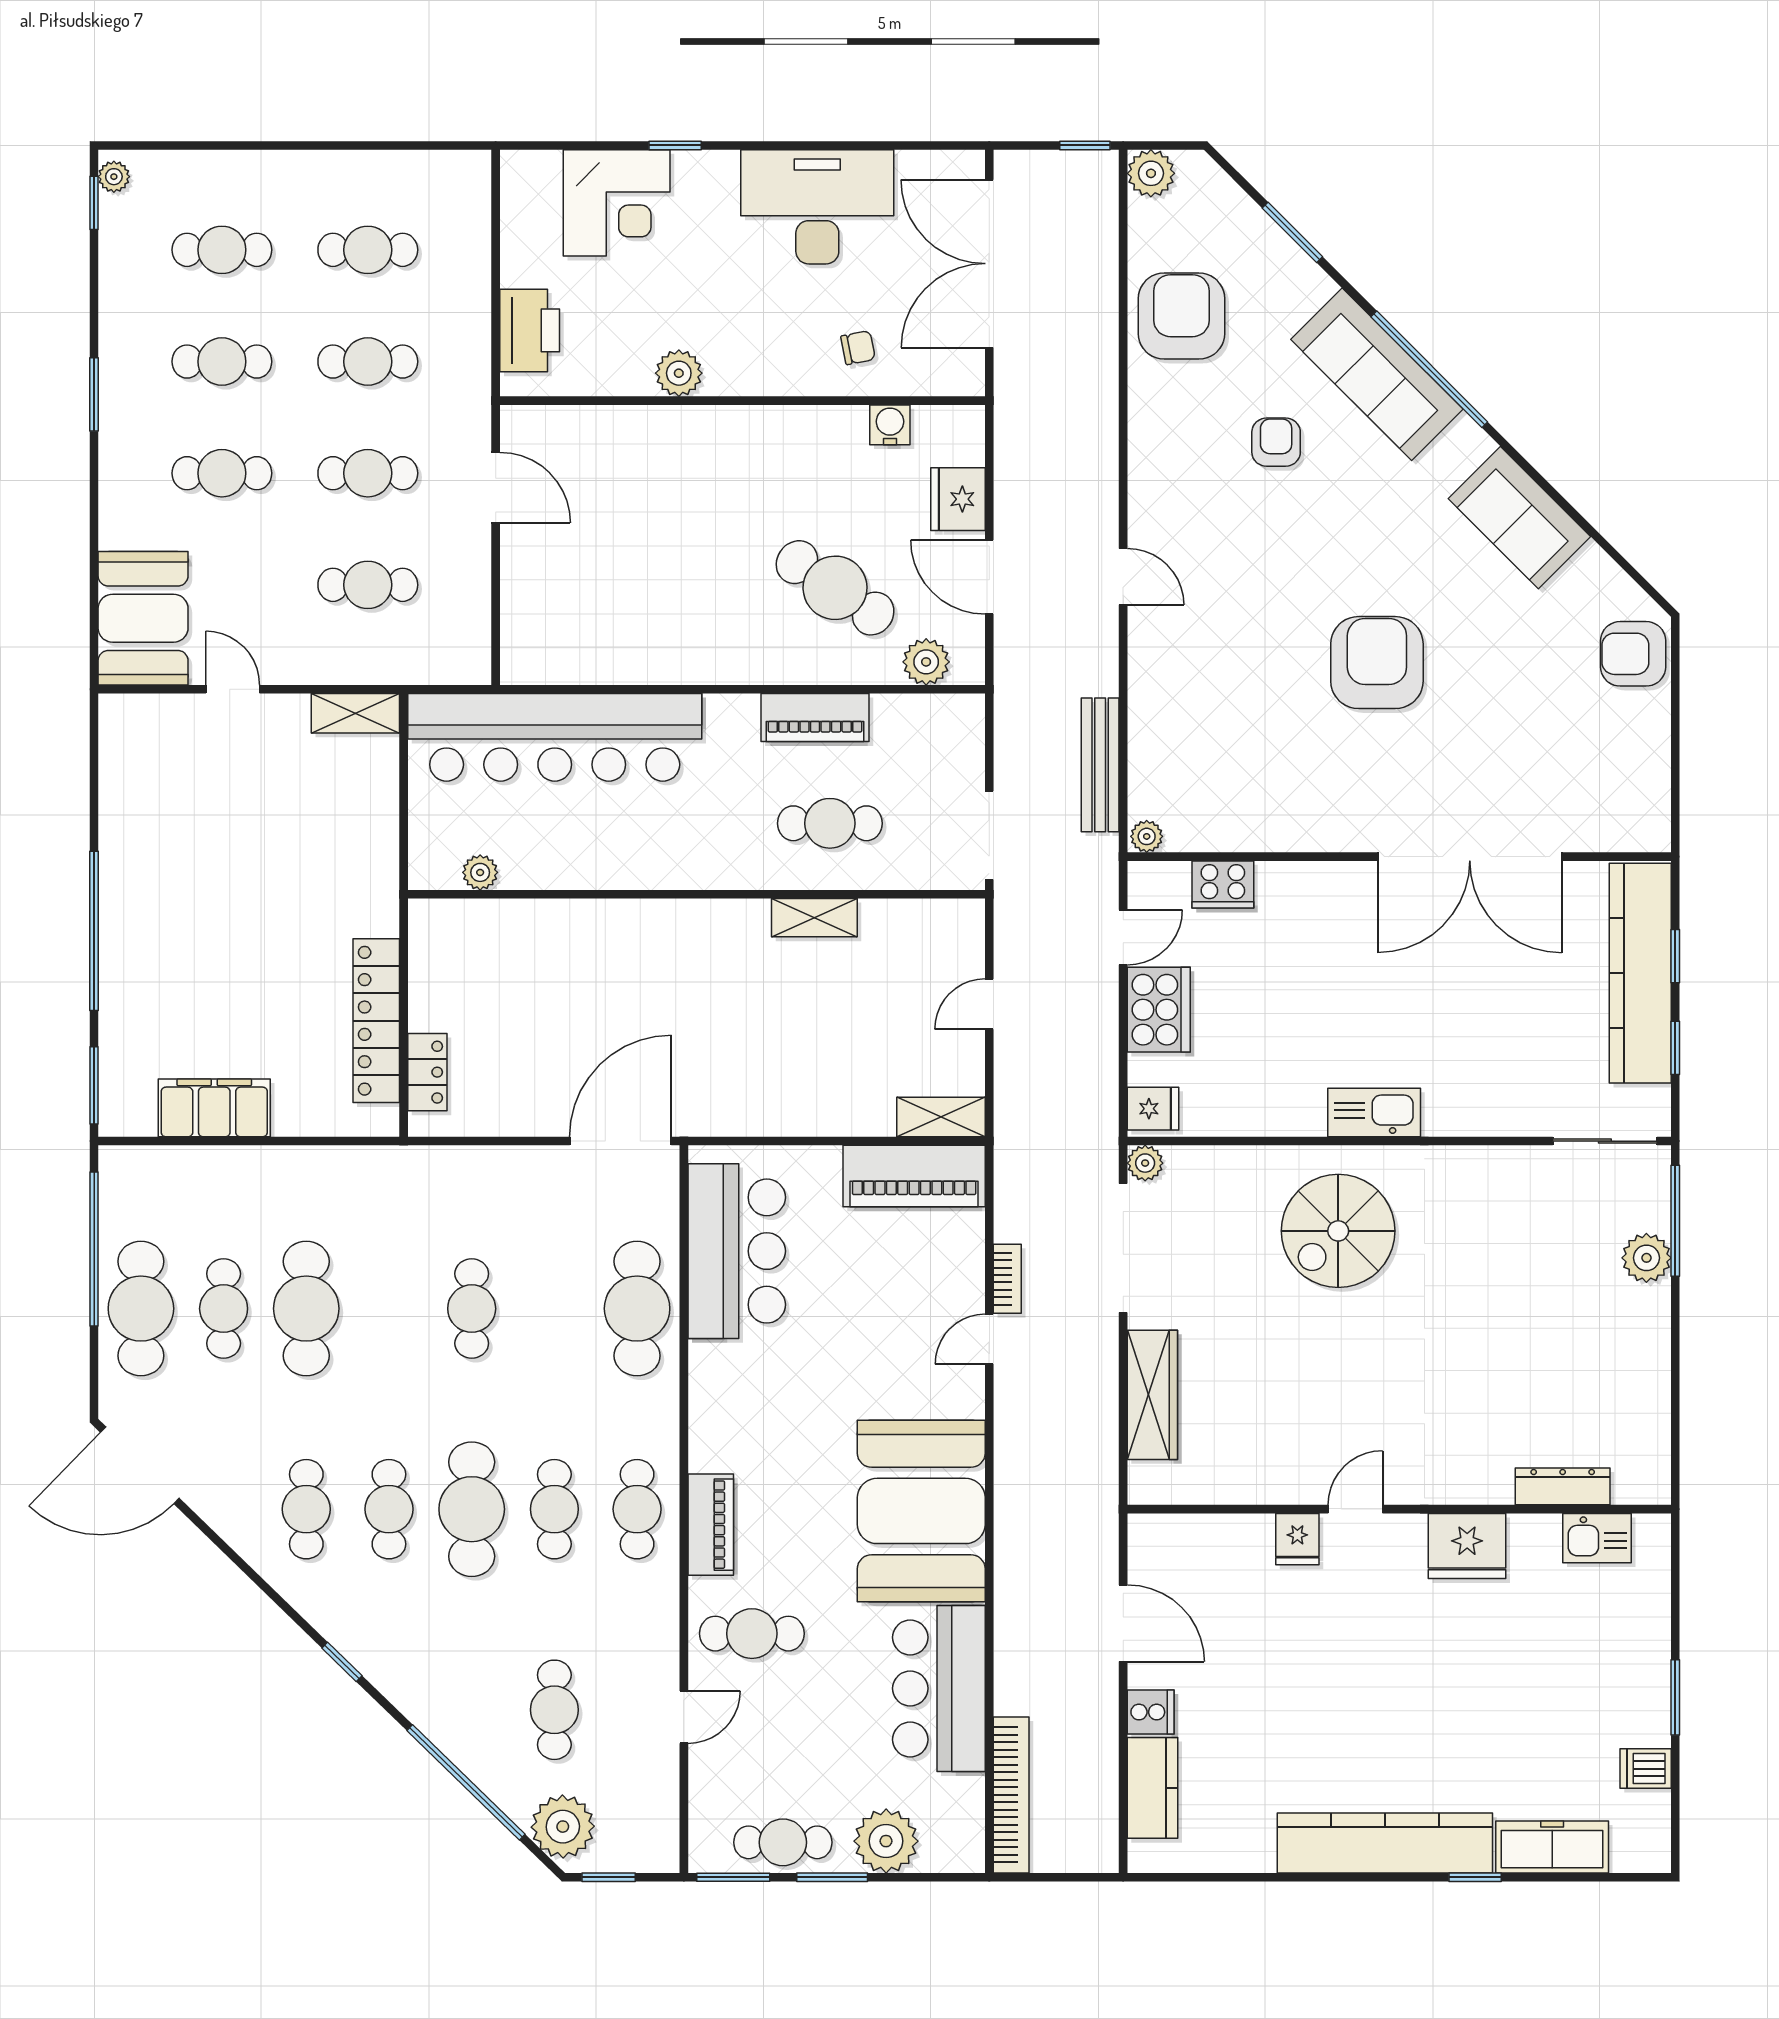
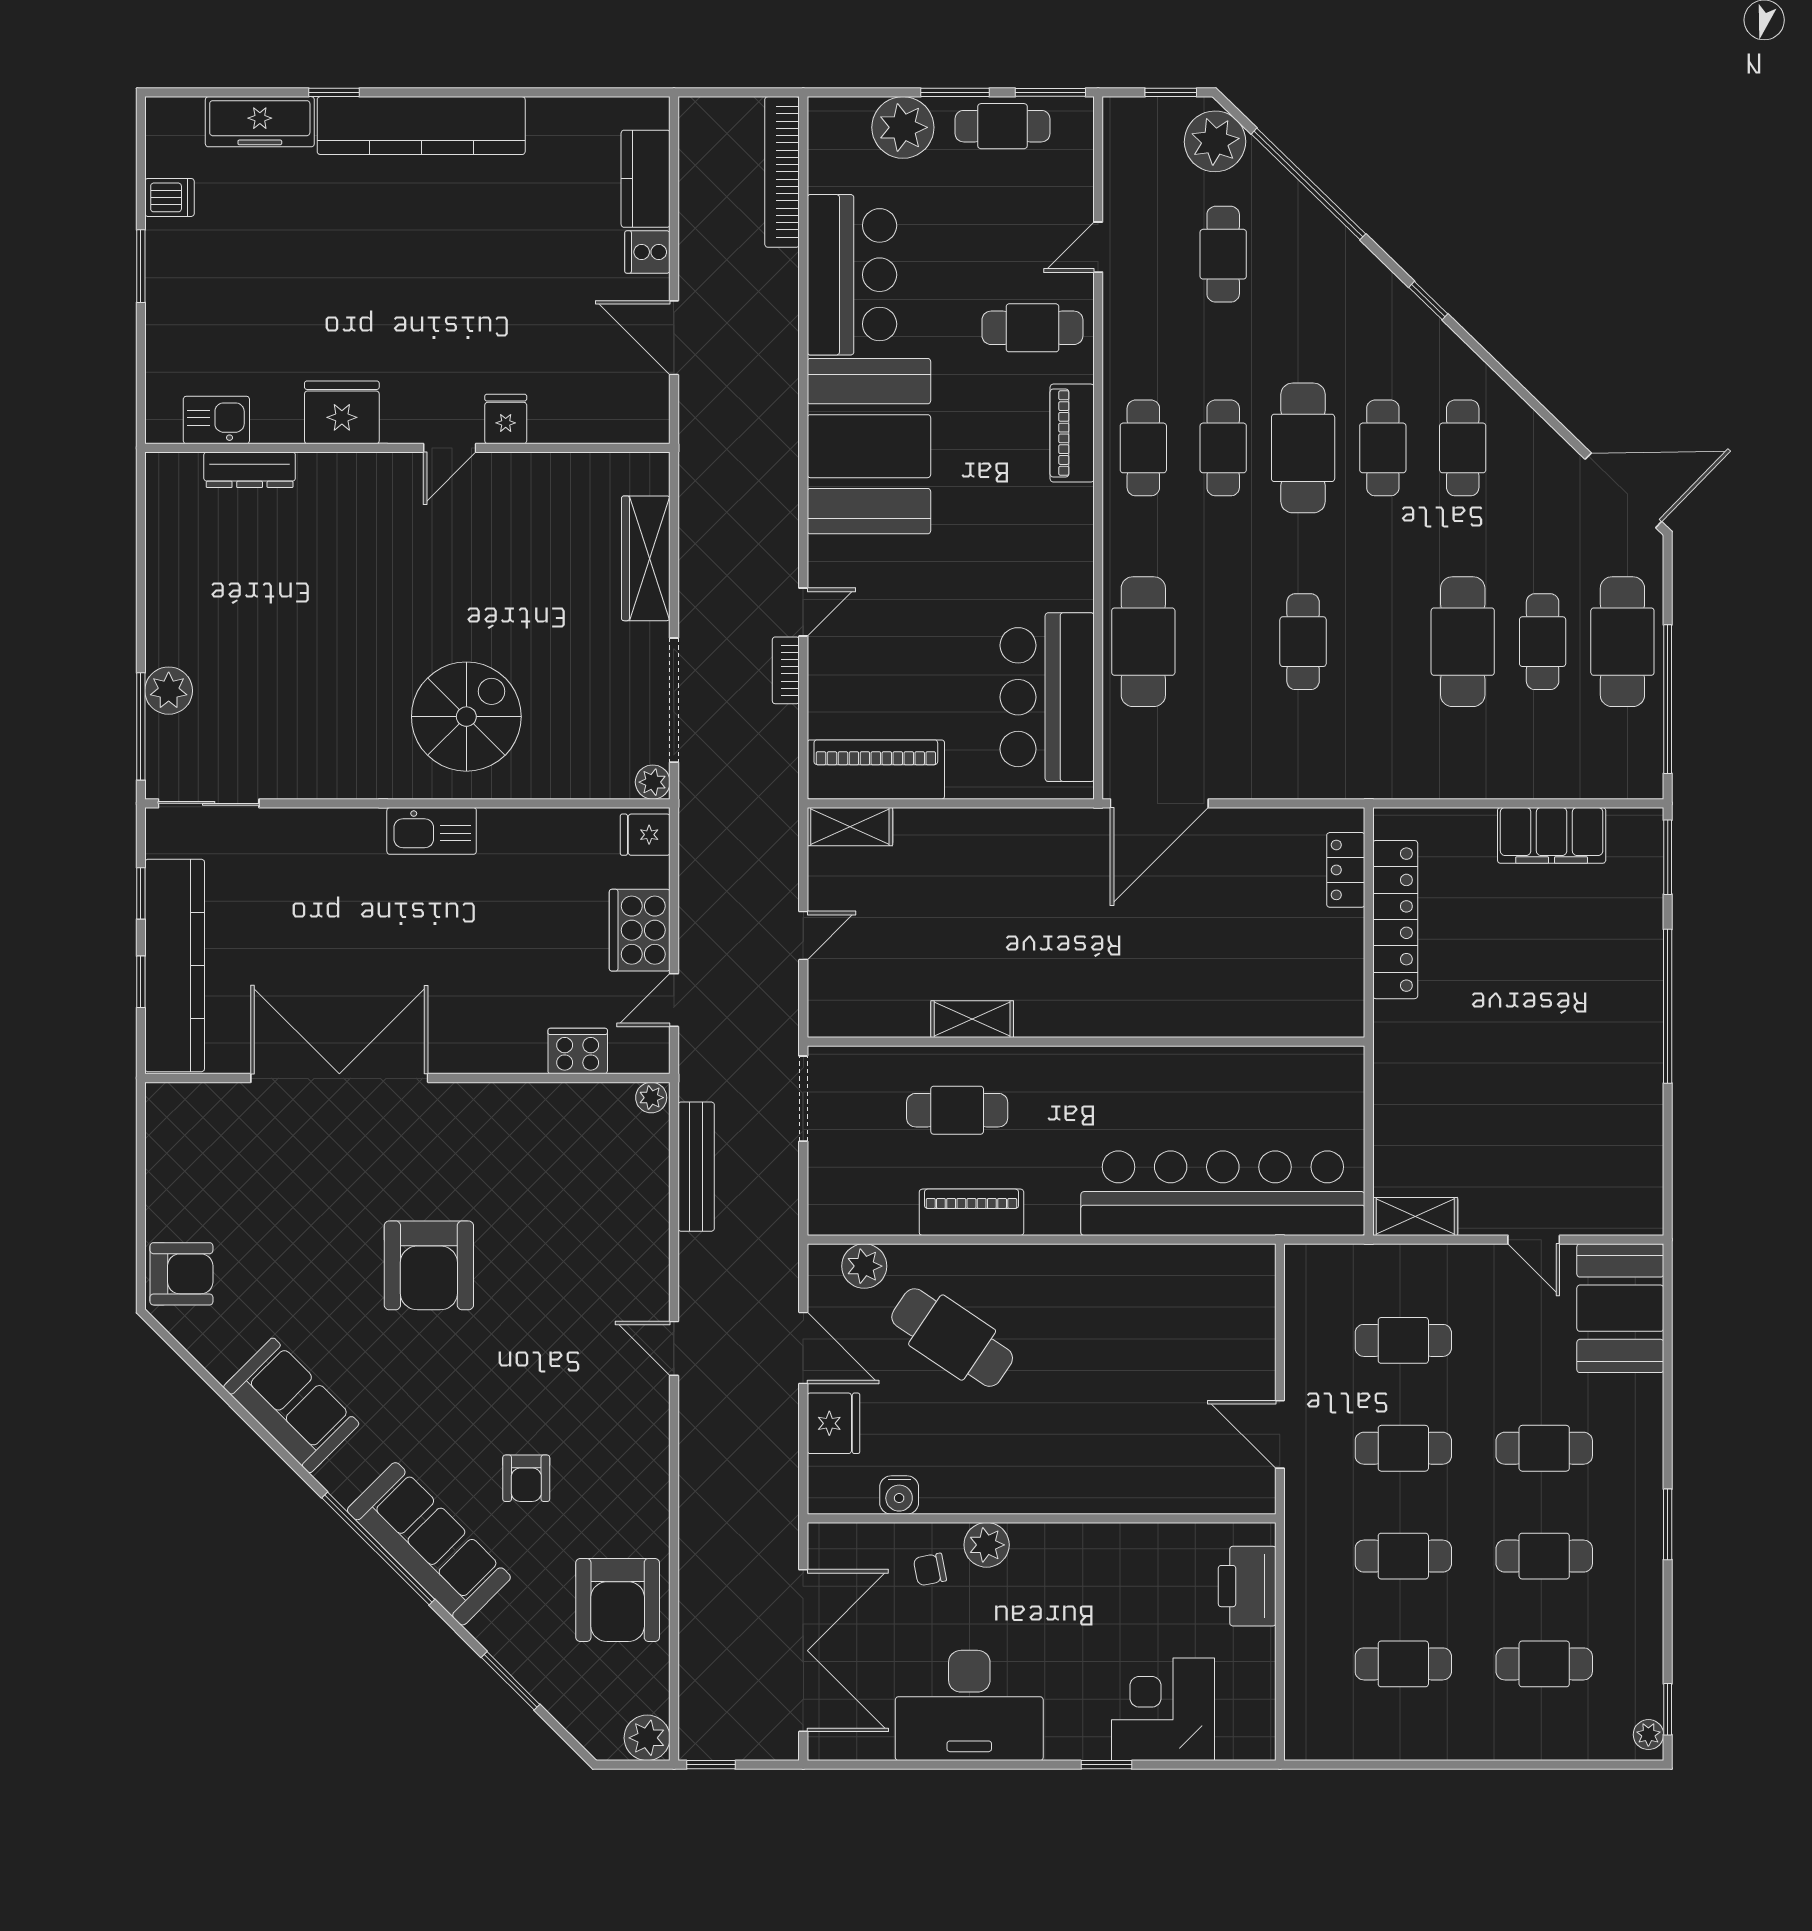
plant: (679, 373) -> (987, 1545), moved
plant: (480, 872) -> (1295, 1063), removed

